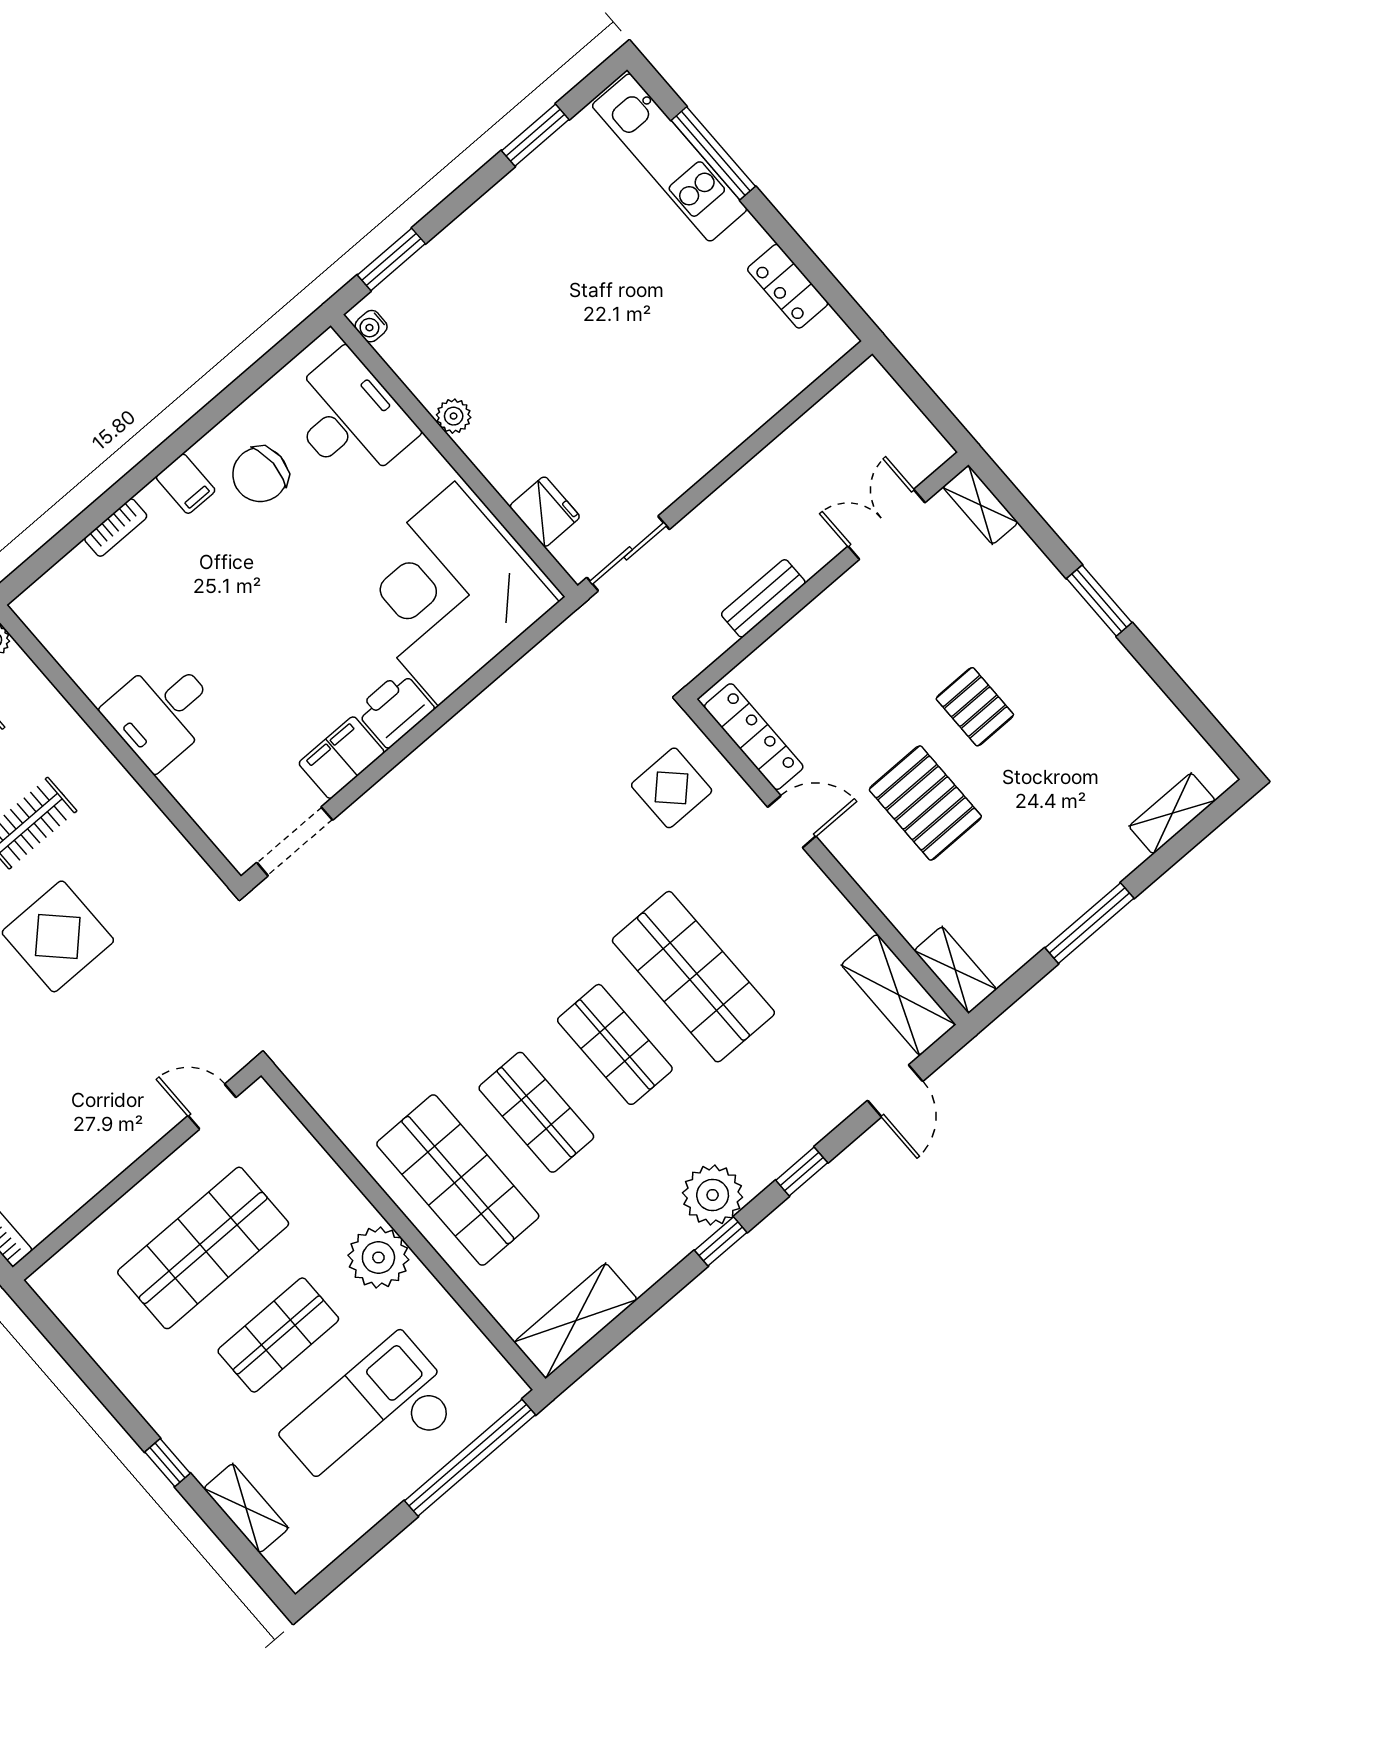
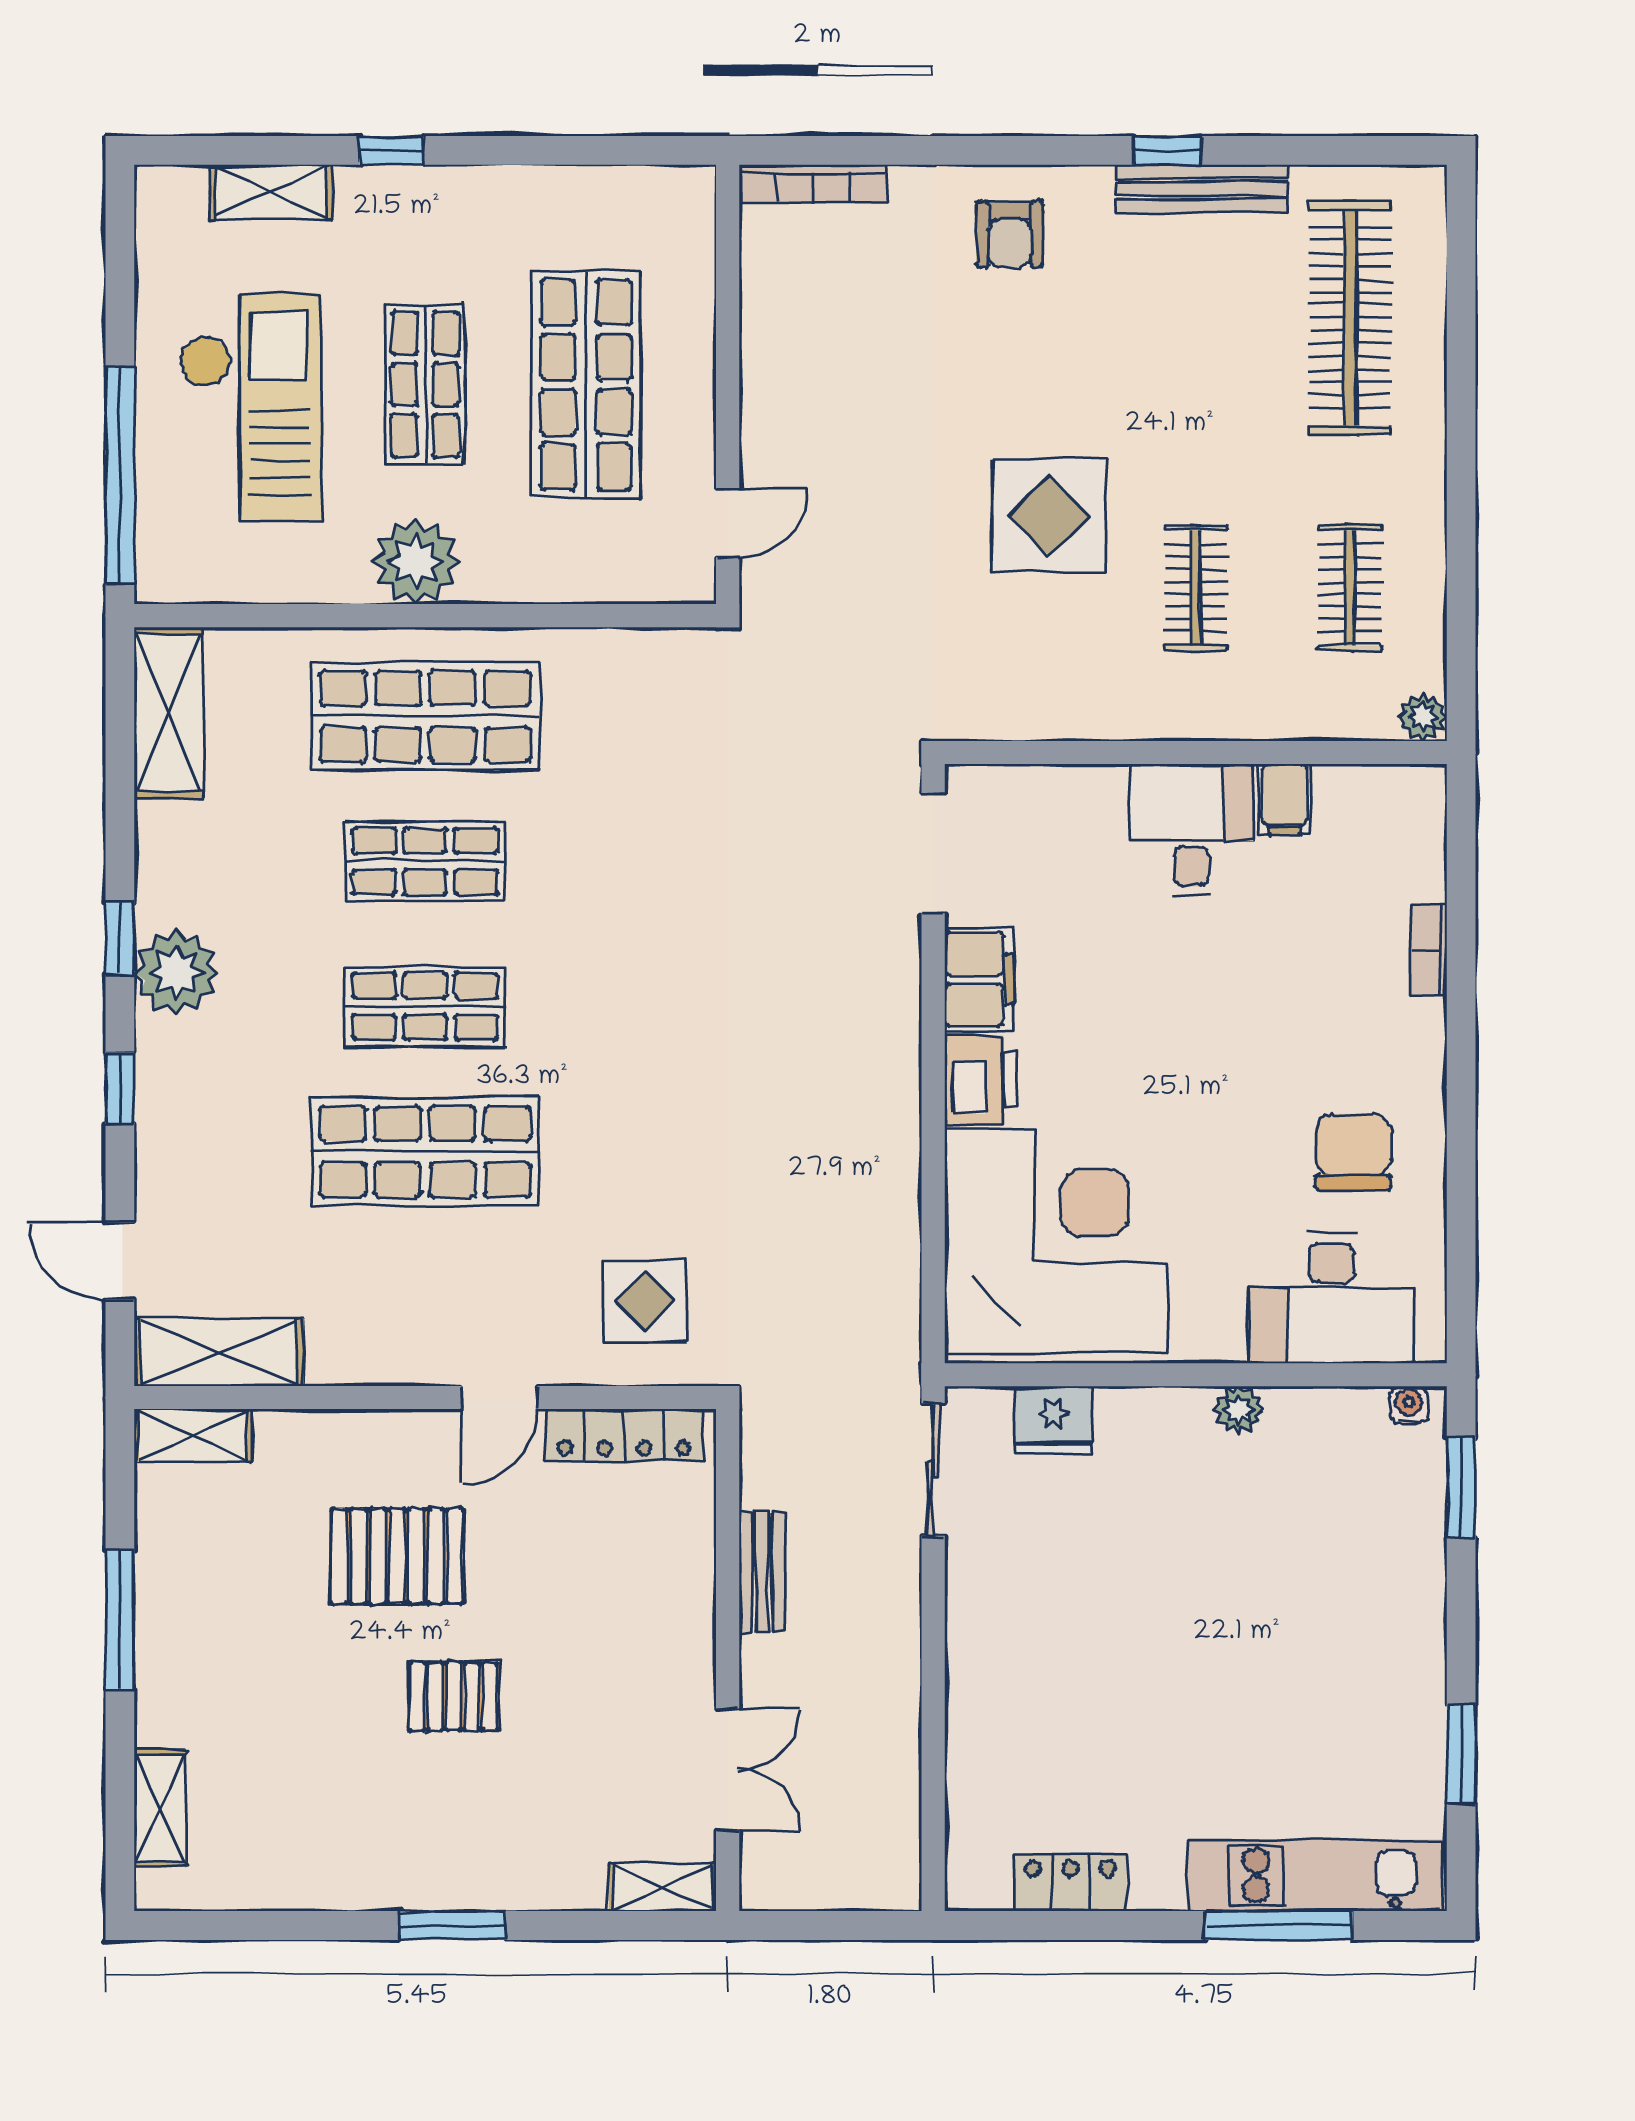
filing cabinet: (186, 484) -> (1284, 799), moved, turned -90

